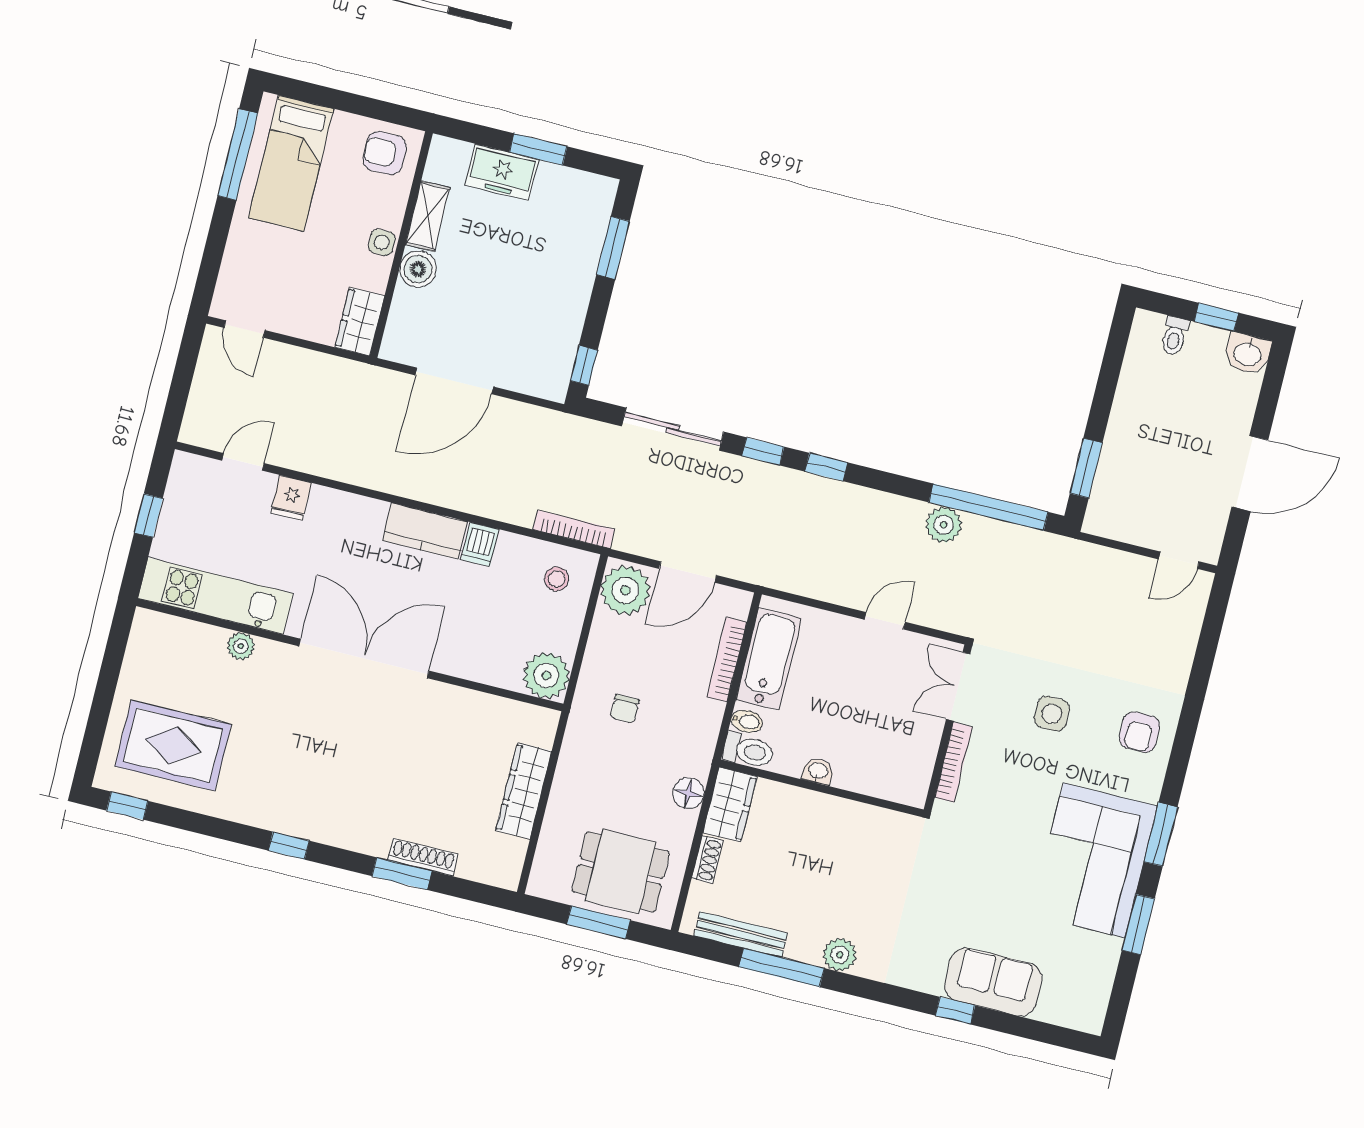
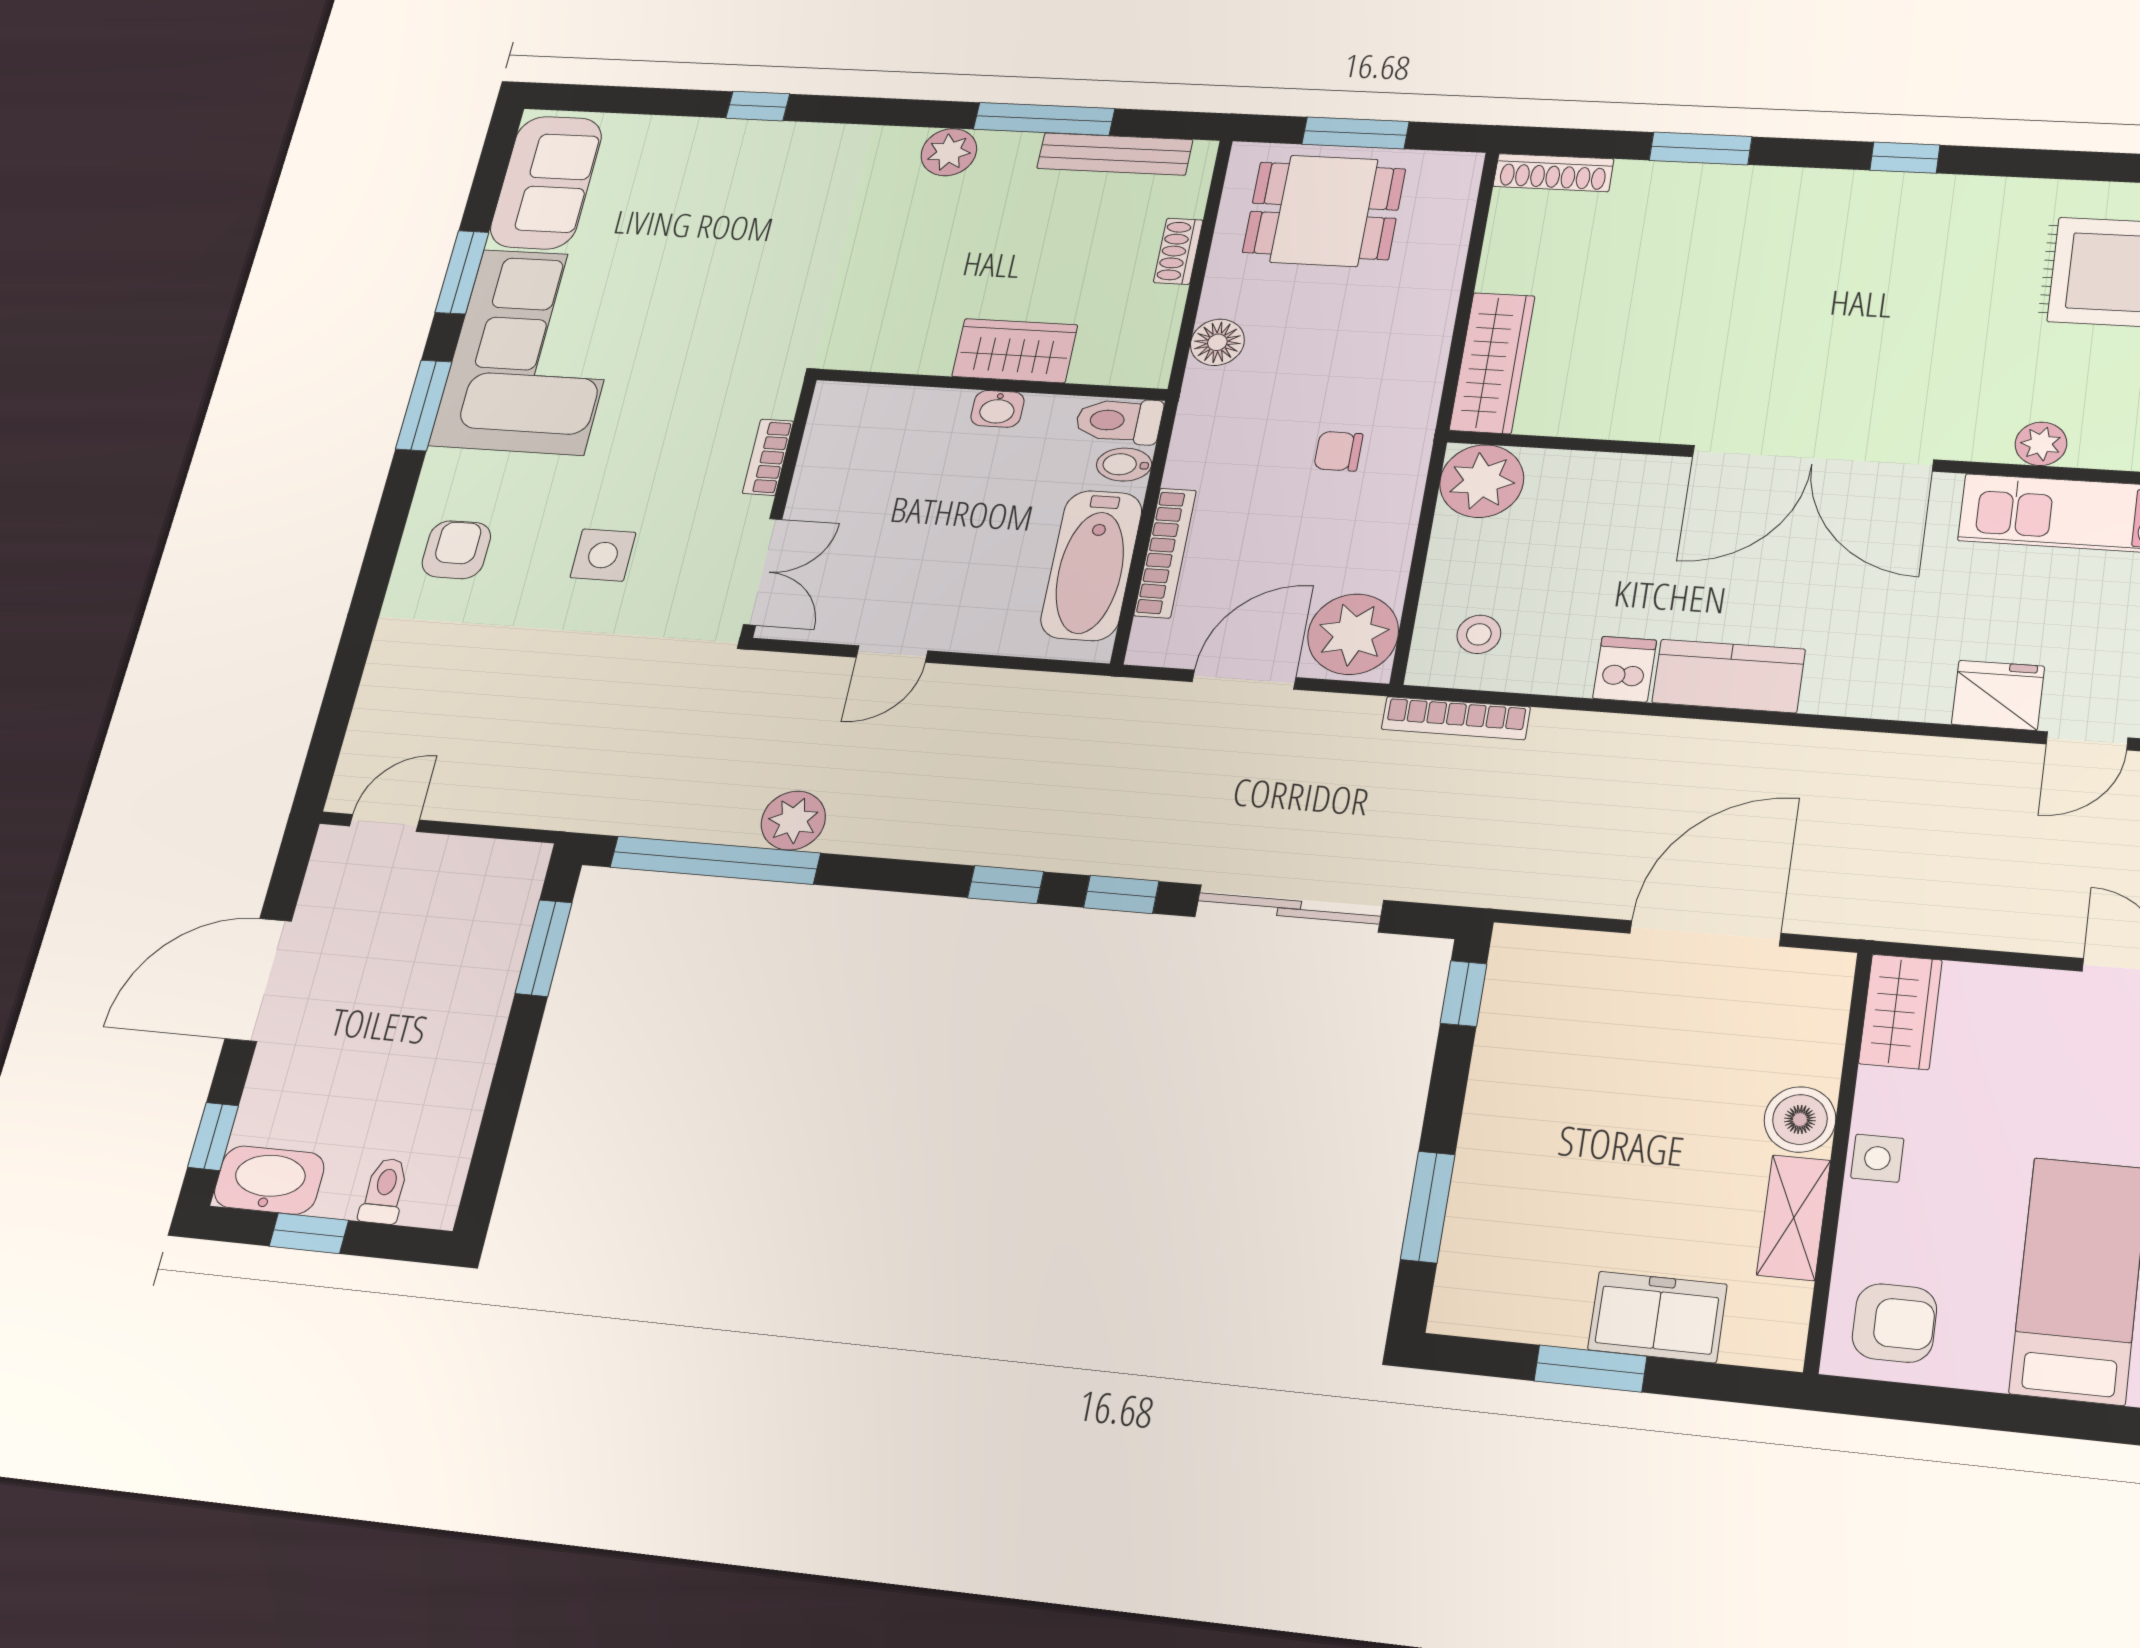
washbasin: (1248, 353) -> (269, 1180), width x1.38
window: (1273, 382) -> (213, 1137), added
fridge: (291, 498) -> (1998, 695), width x1.38
chair: (625, 709) -> (1338, 451), turned -90
bookcase: (954, 762) -> (768, 457), width x0.64
wardrobe: (524, 791) -> (1492, 363), moved
wardrobe: (730, 805) -> (1015, 351), moved, turned 90
shoe rack: (423, 857) -> (1553, 173), moved
sofa: (993, 982) -> (546, 182), moved, turned -90

